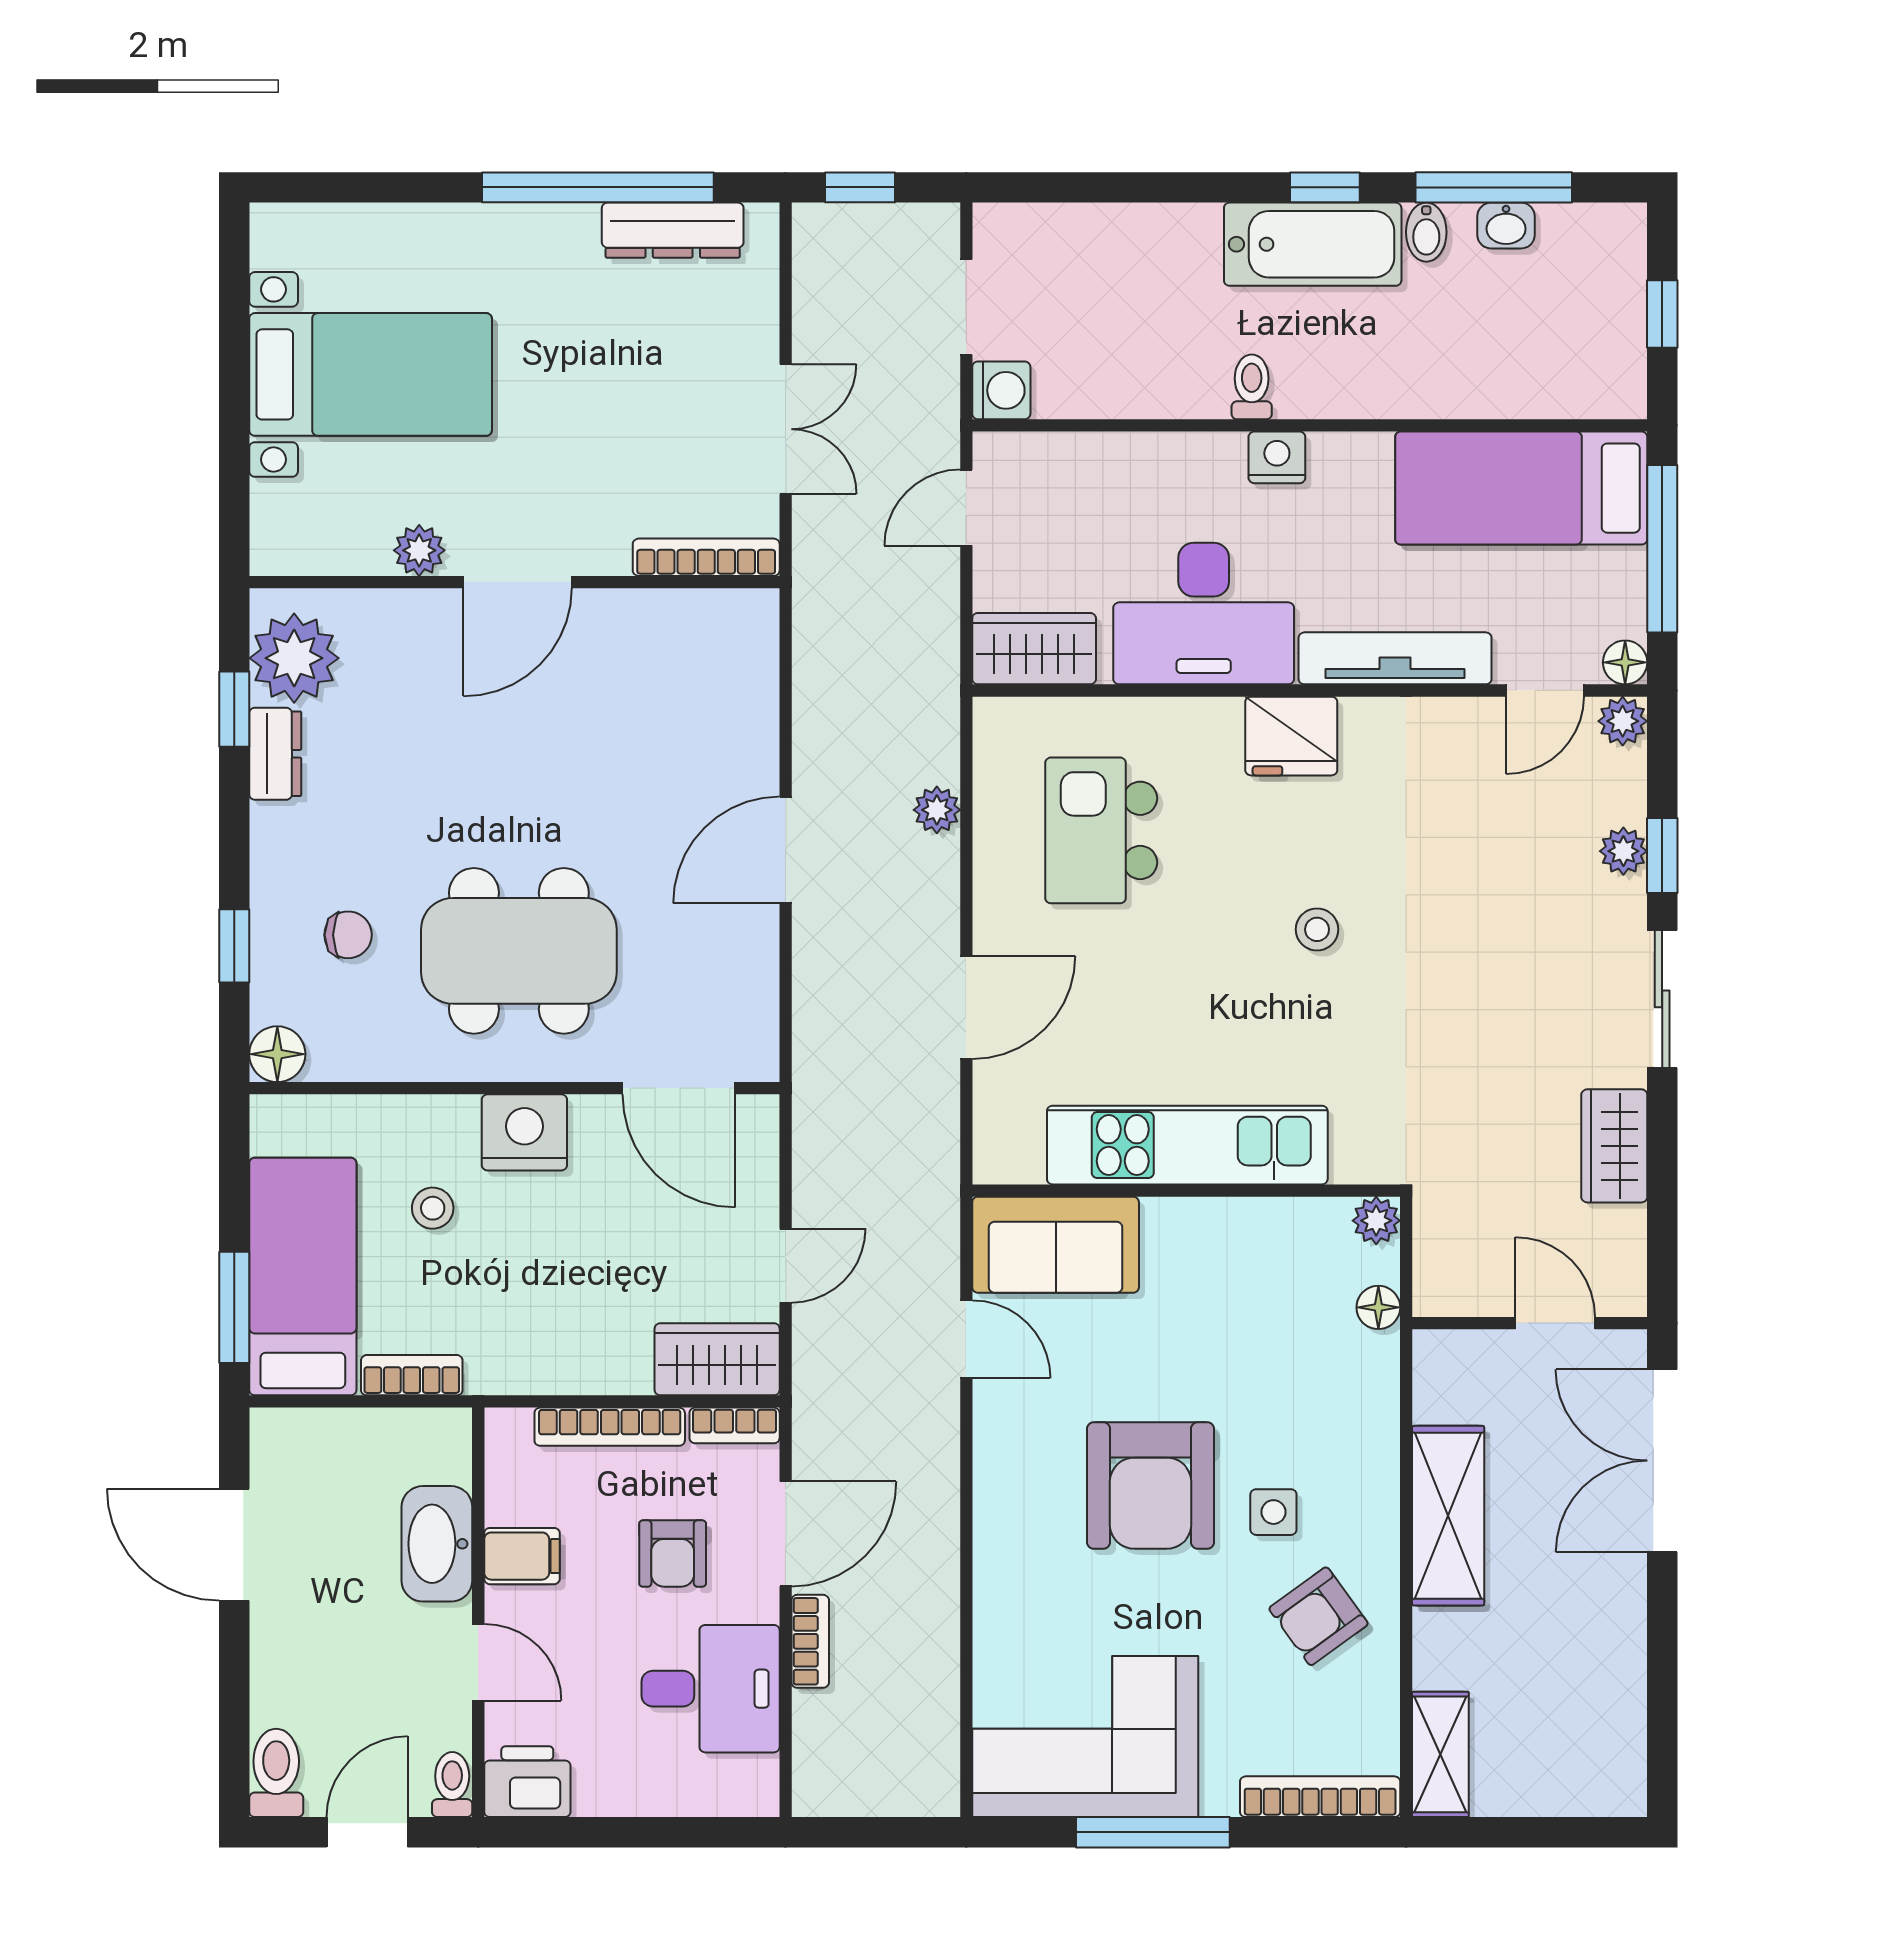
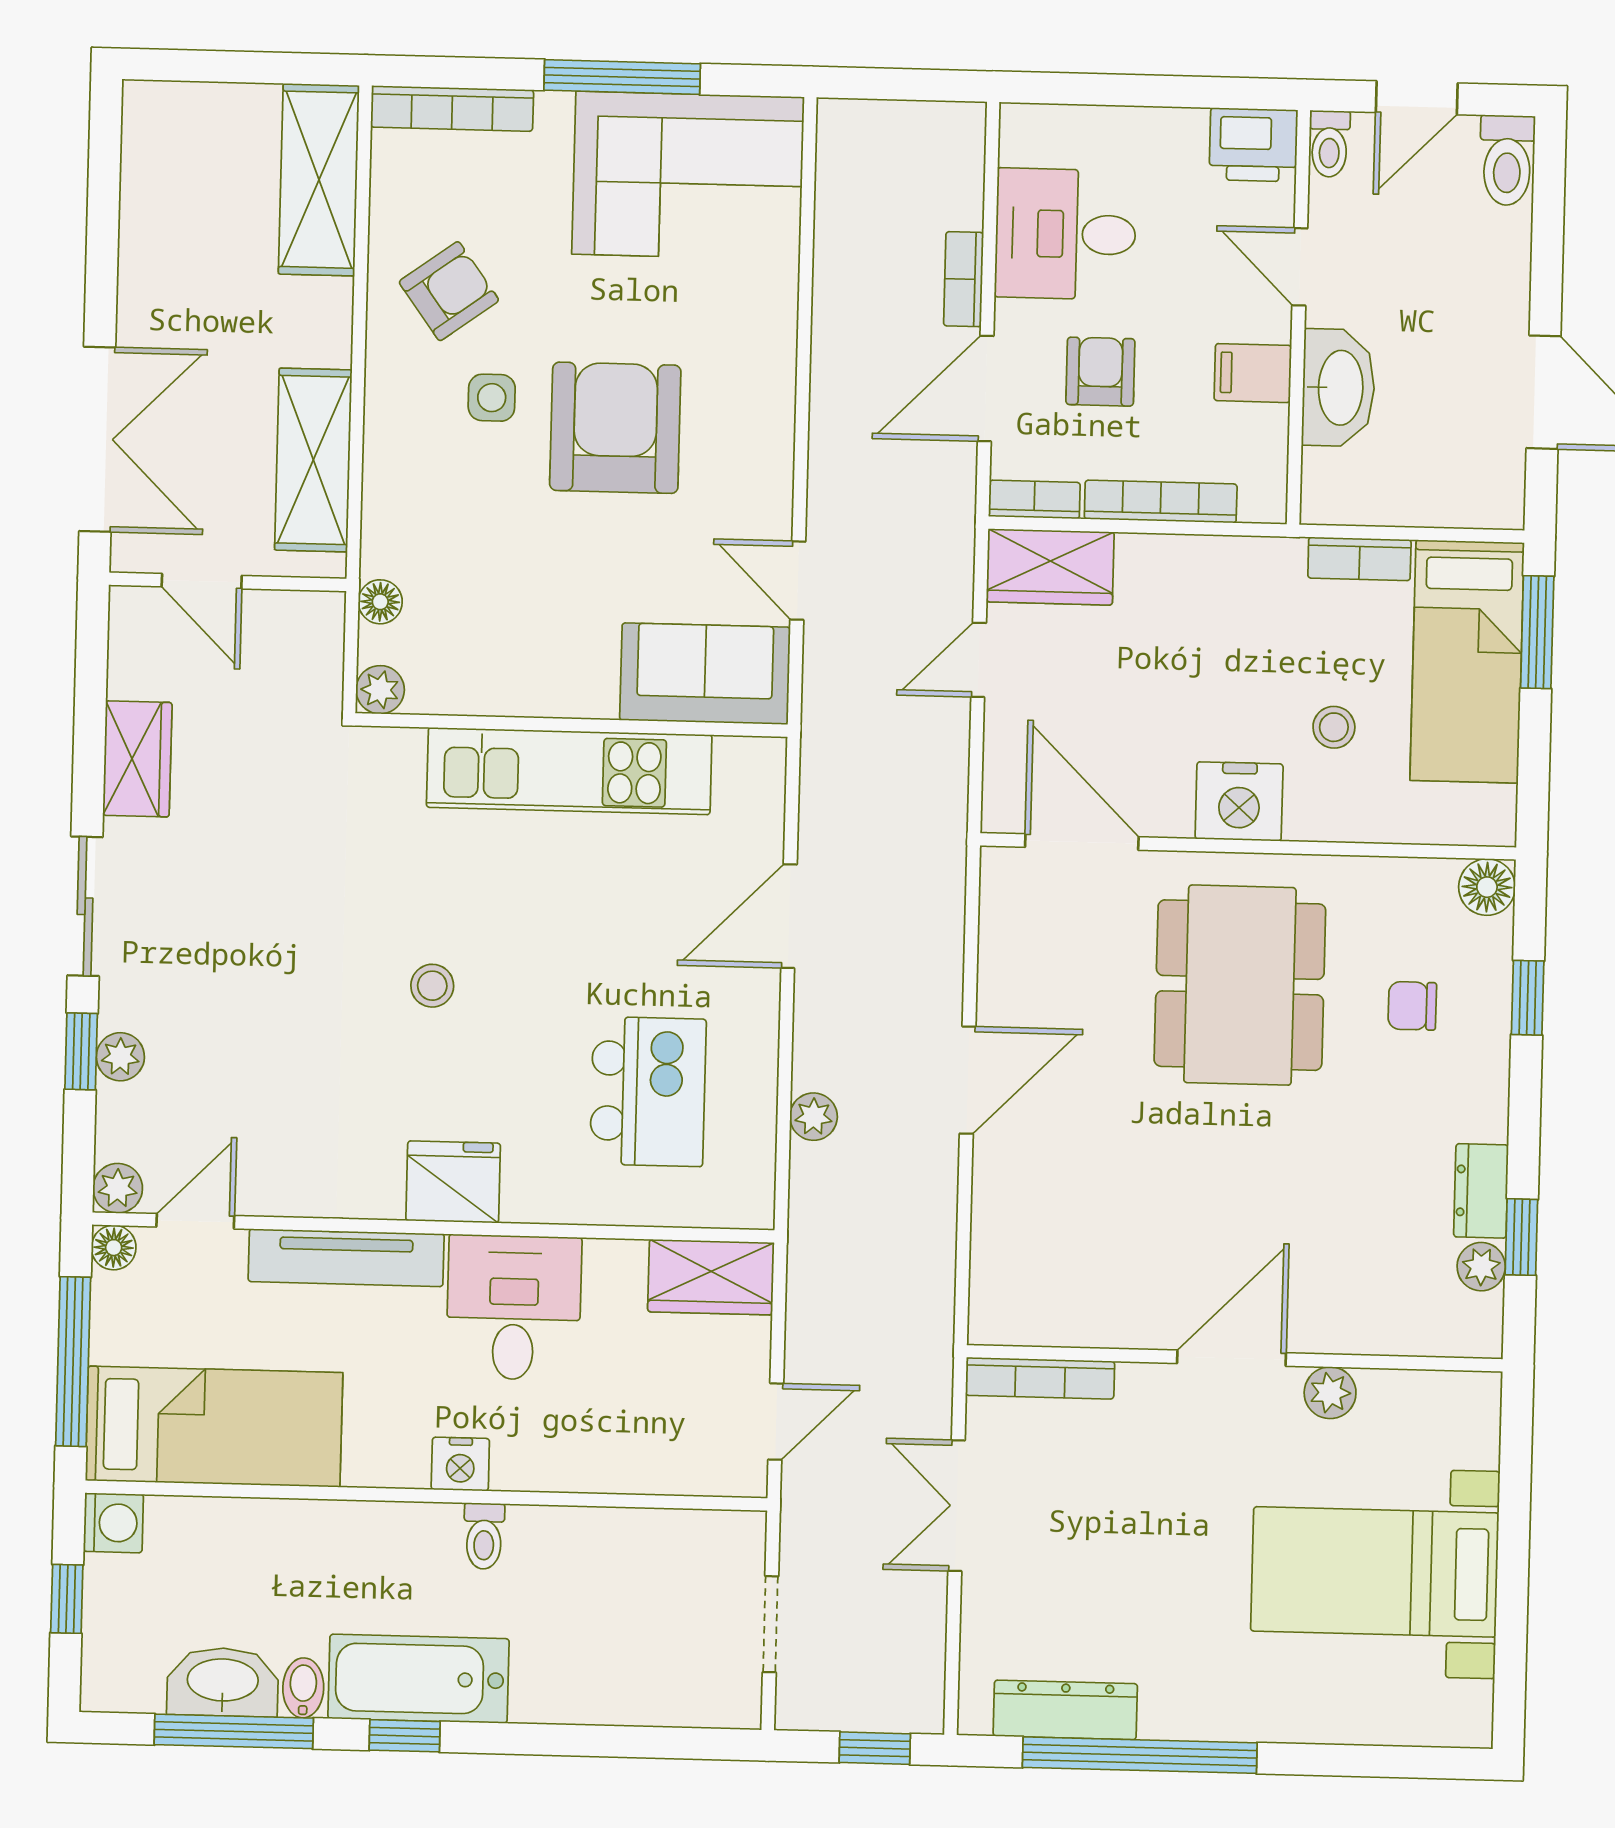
washbasin: (1506, 226) -> (223, 1682), width x1.91, depth x1.45
washing machine: (1001, 390) -> (113, 1523), moved, turned 180
desk: (1204, 614) -> (514, 1307), width x0.73
plant: (294, 658) -> (1481, 1267), width x0.53, depth x0.53
dining table: (519, 951) -> (1240, 985), turned 90
shelving: (1448, 1516) -> (313, 460), moved
shelving: (1440, 1754) -> (319, 180), width x1.50, depth x1.33

